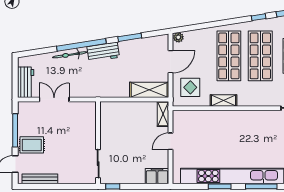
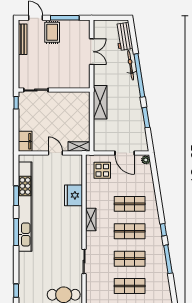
workbench: (103, 52) -> (133, 94), removed
shop shelf: (229, 56) -> (130, 204), width x0.70, depth x0.74
shop shelf: (260, 56) -> (130, 231), width x0.70, depth x0.74
workbench: (26, 82) -> (124, 36), moved, turned 81
shelving: (149, 90) -> (100, 102), moved
shelving: (224, 101) -> (91, 220), moved
fridge: (219, 120) -> (73, 195), added

